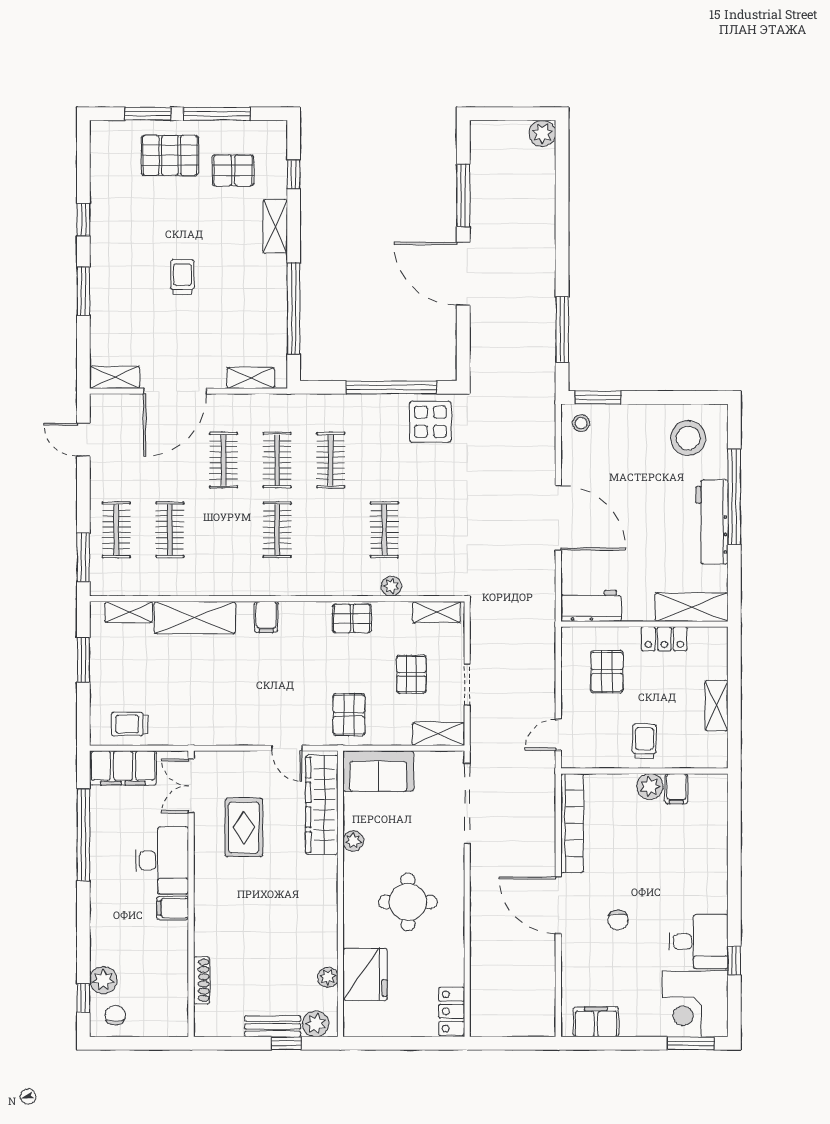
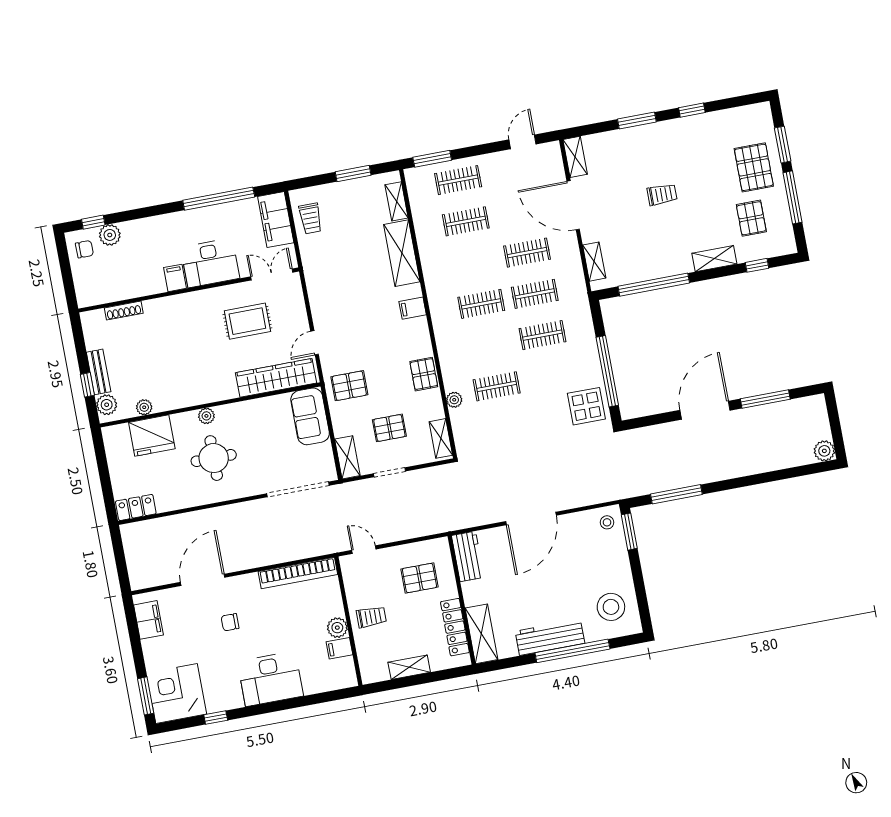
locker: (664, 639) -> (455, 627), width x1.53
trolley: (130, 724) -> (310, 218), turned 180
plant: (353, 841) -> (206, 416), moved
door: (558, 905) -> (203, 580), moved
desk: (698, 942) -> (270, 679), moved, width x1.37

